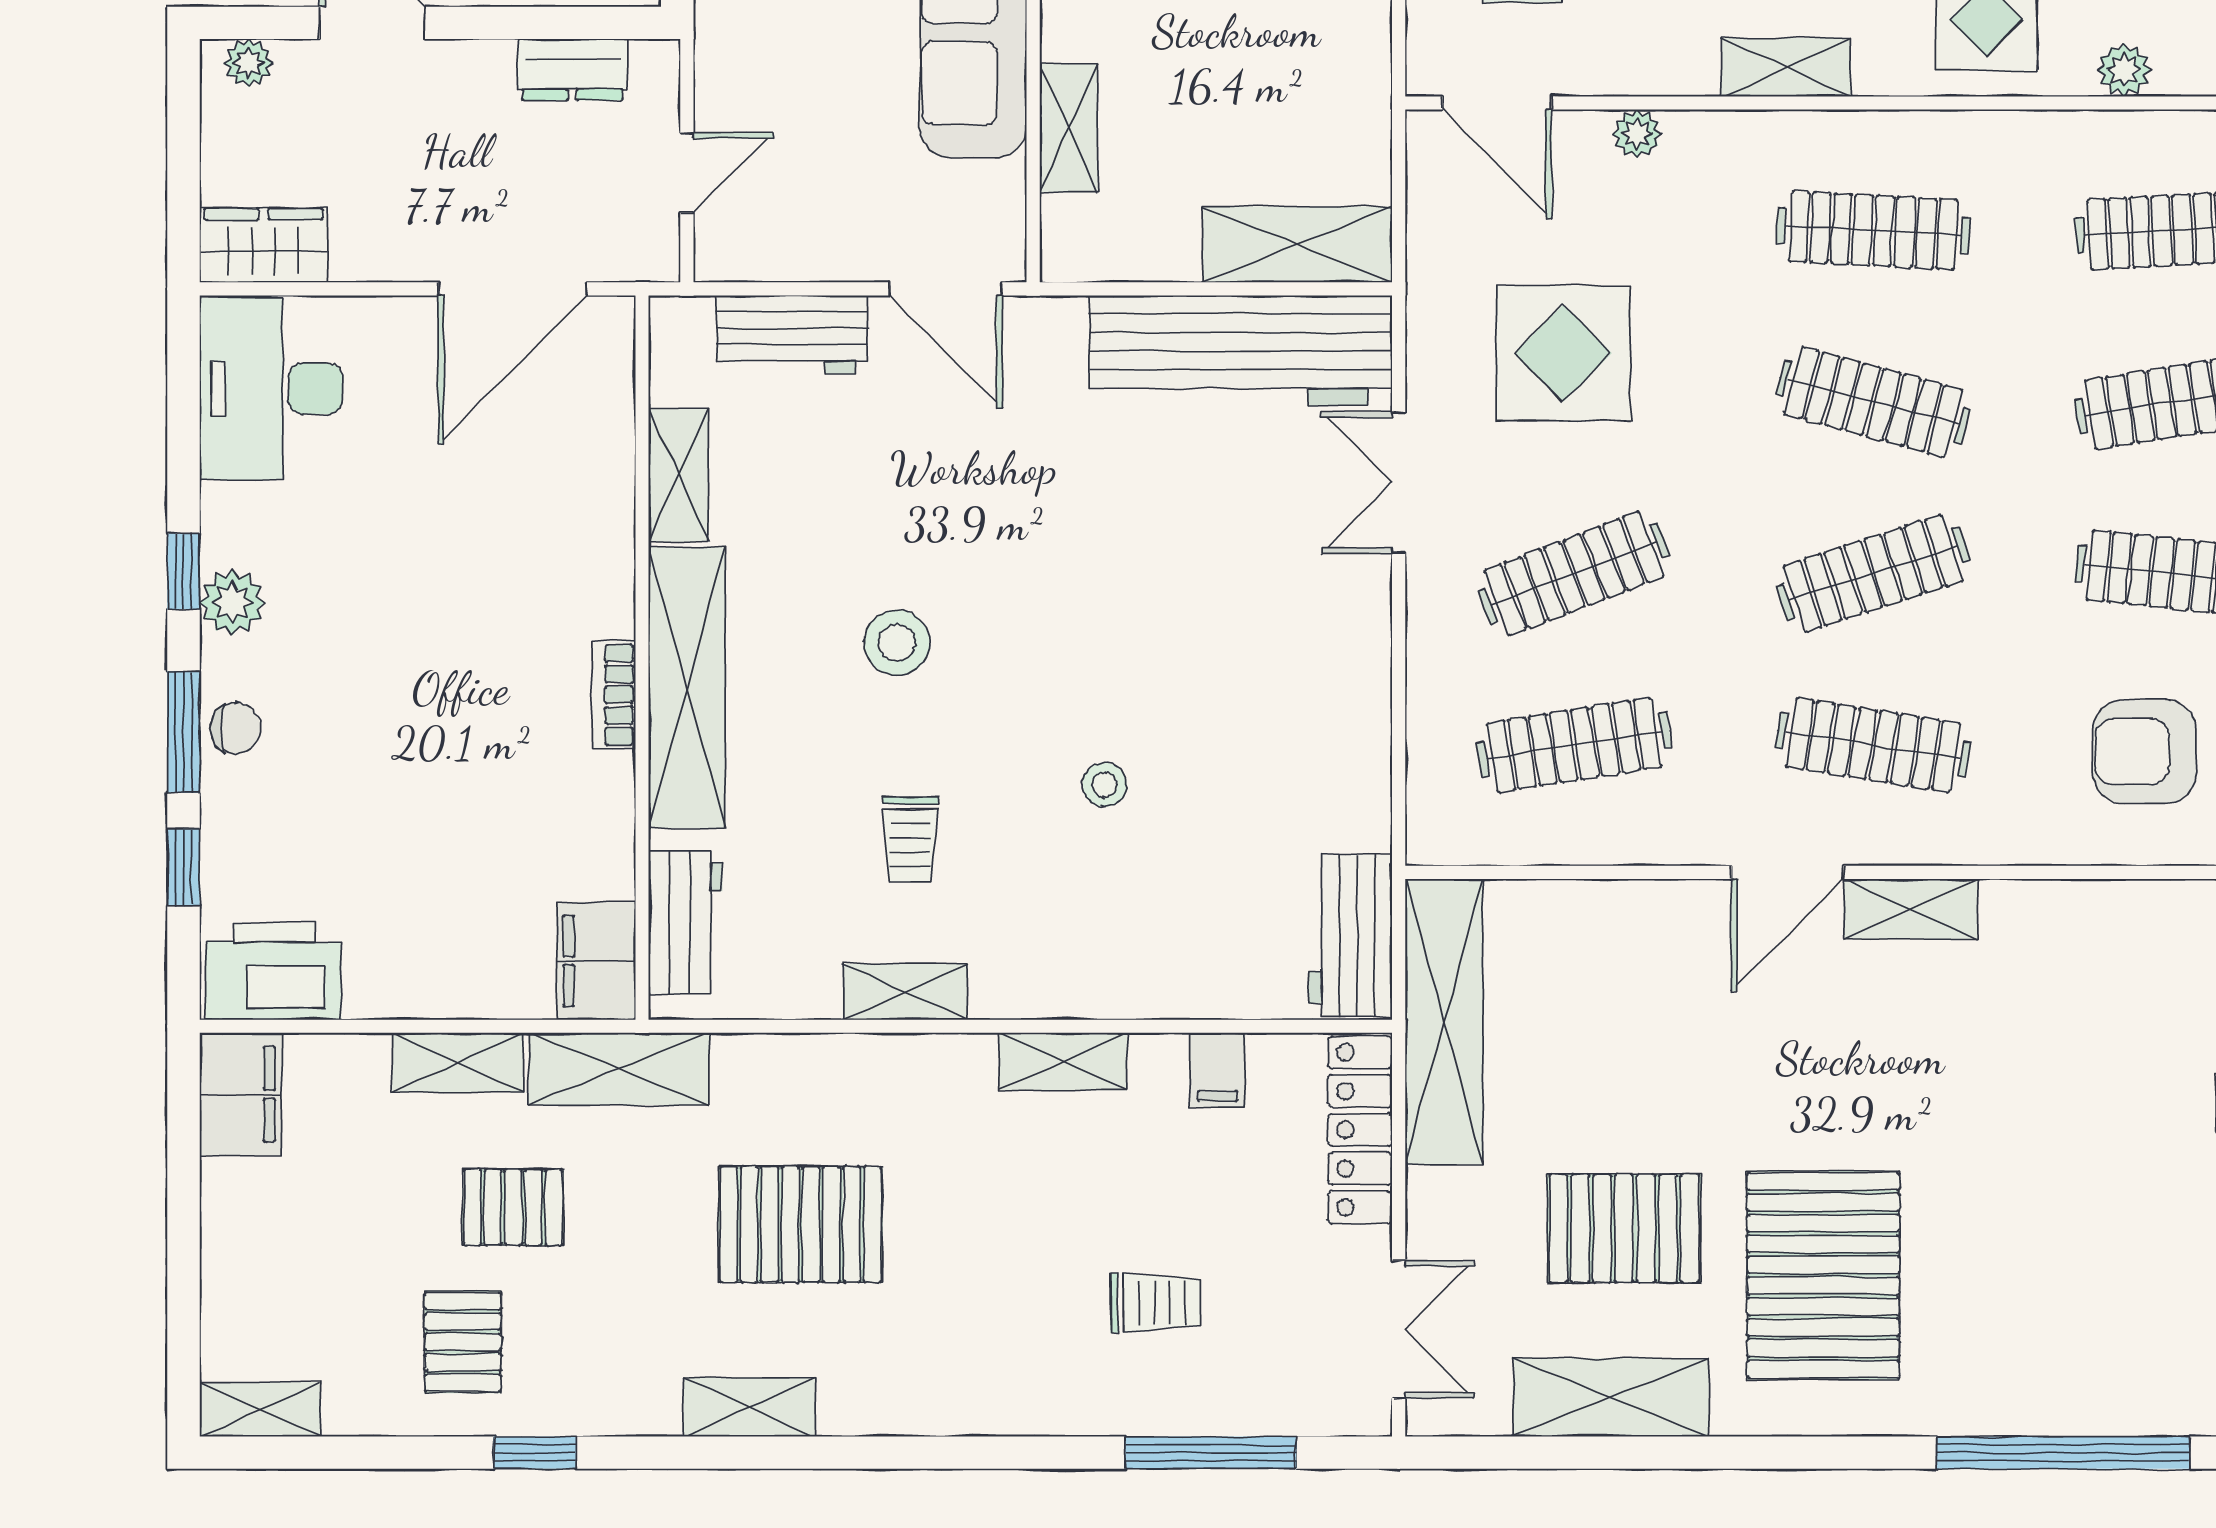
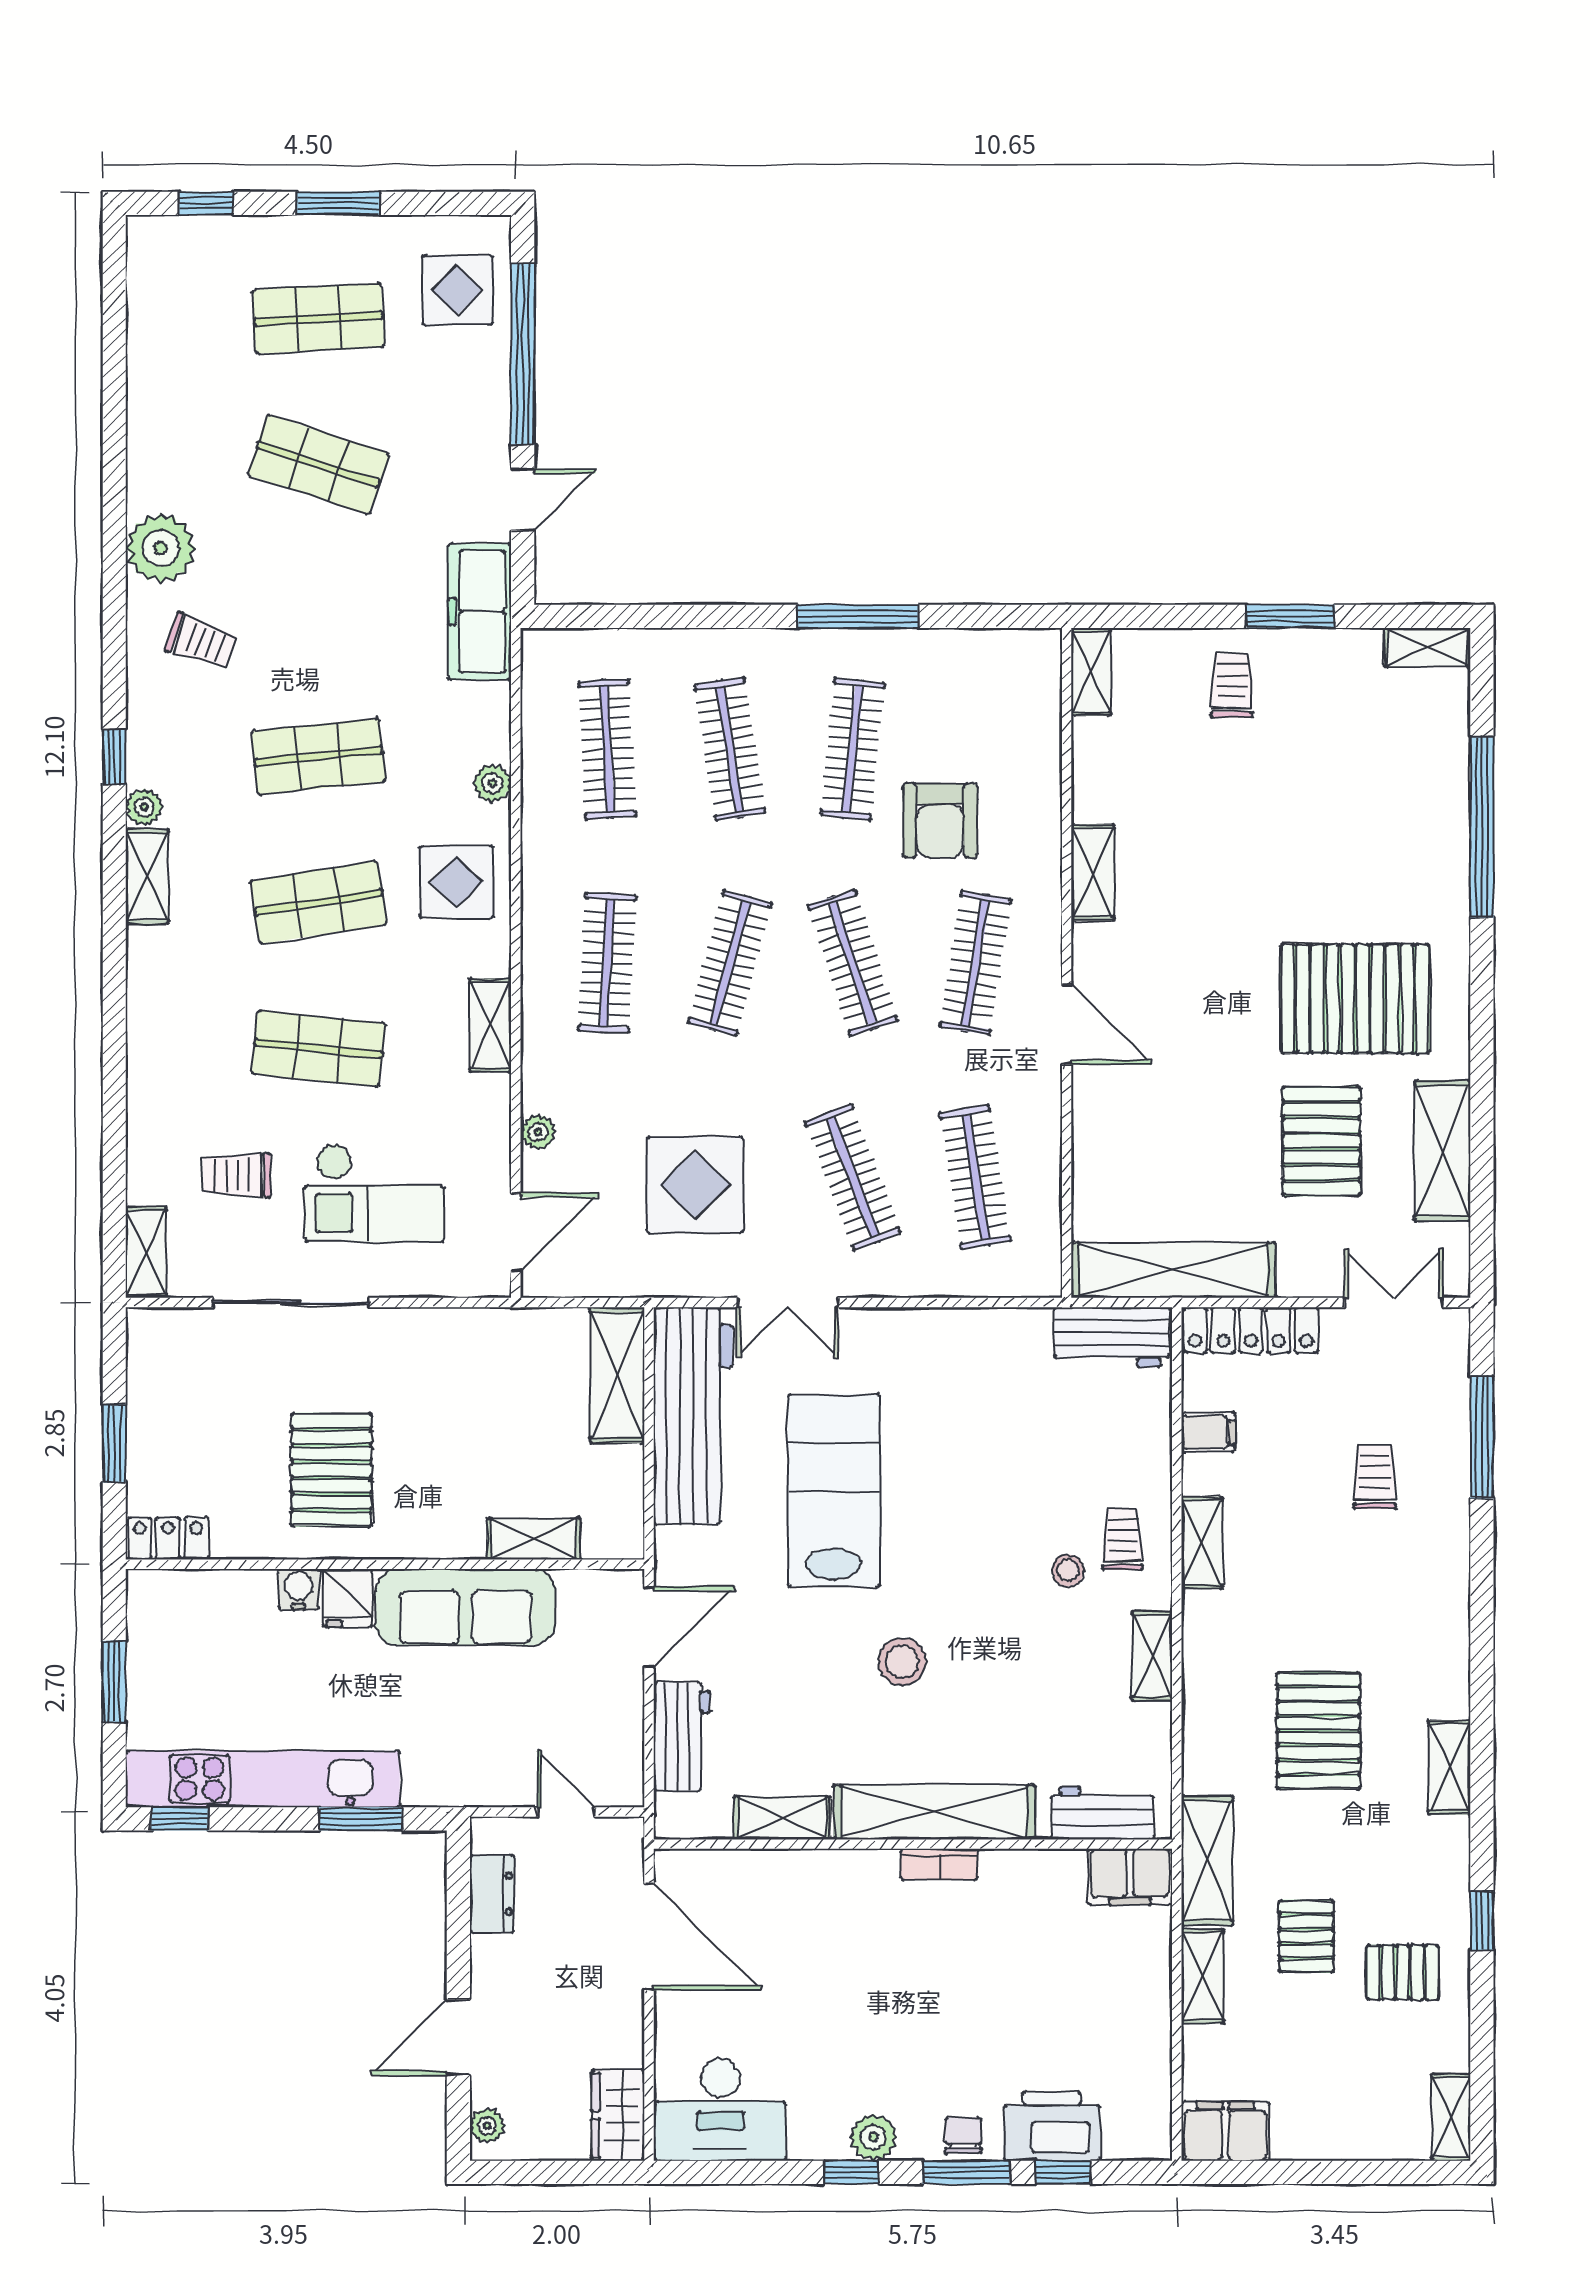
lab bench: (1136, 547) -> (834, 1491), added
armchair: (2145, 752) -> (940, 821), moved
stool: (1104, 785) -> (1068, 1570), moved
trolley: (910, 839) -> (1123, 1539), moved, turned -90
shelving: (1911, 909) -> (1093, 873), moved
printer: (274, 971) -> (1052, 2126), moved, turned 90

